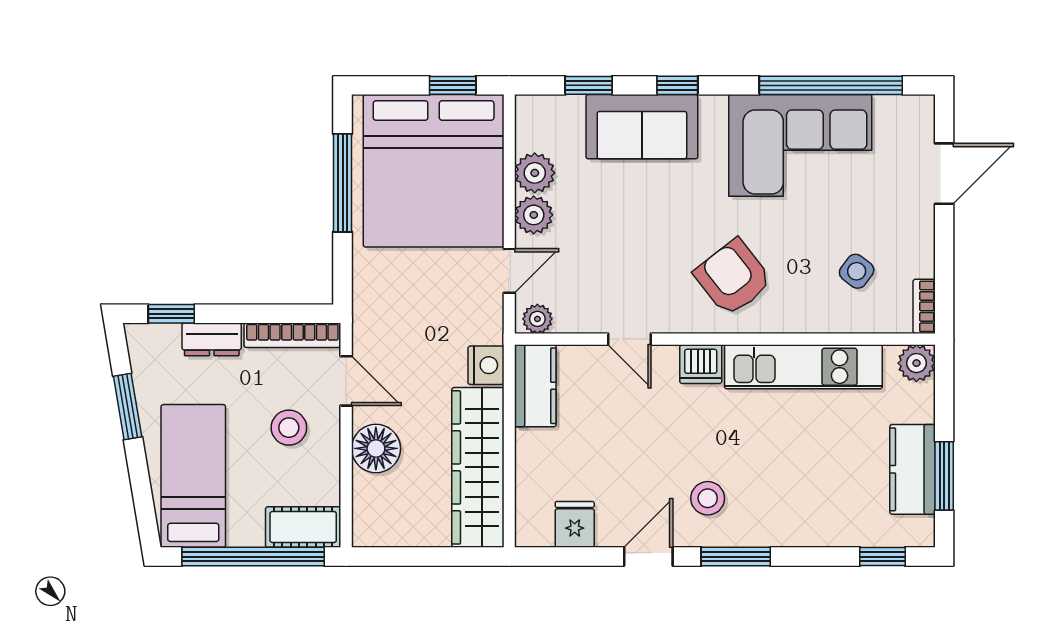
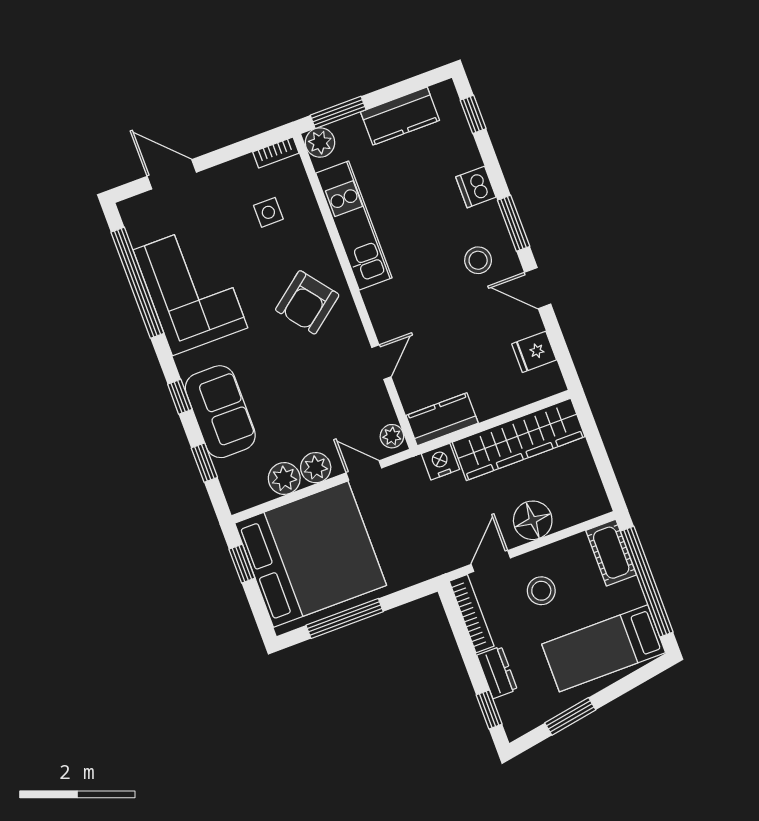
side table: (857, 271) -> (268, 212), turned -37
dishwasher: (701, 364) -> (476, 187), moved, turned 180
window: (944, 476) -> (338, 112), moved

